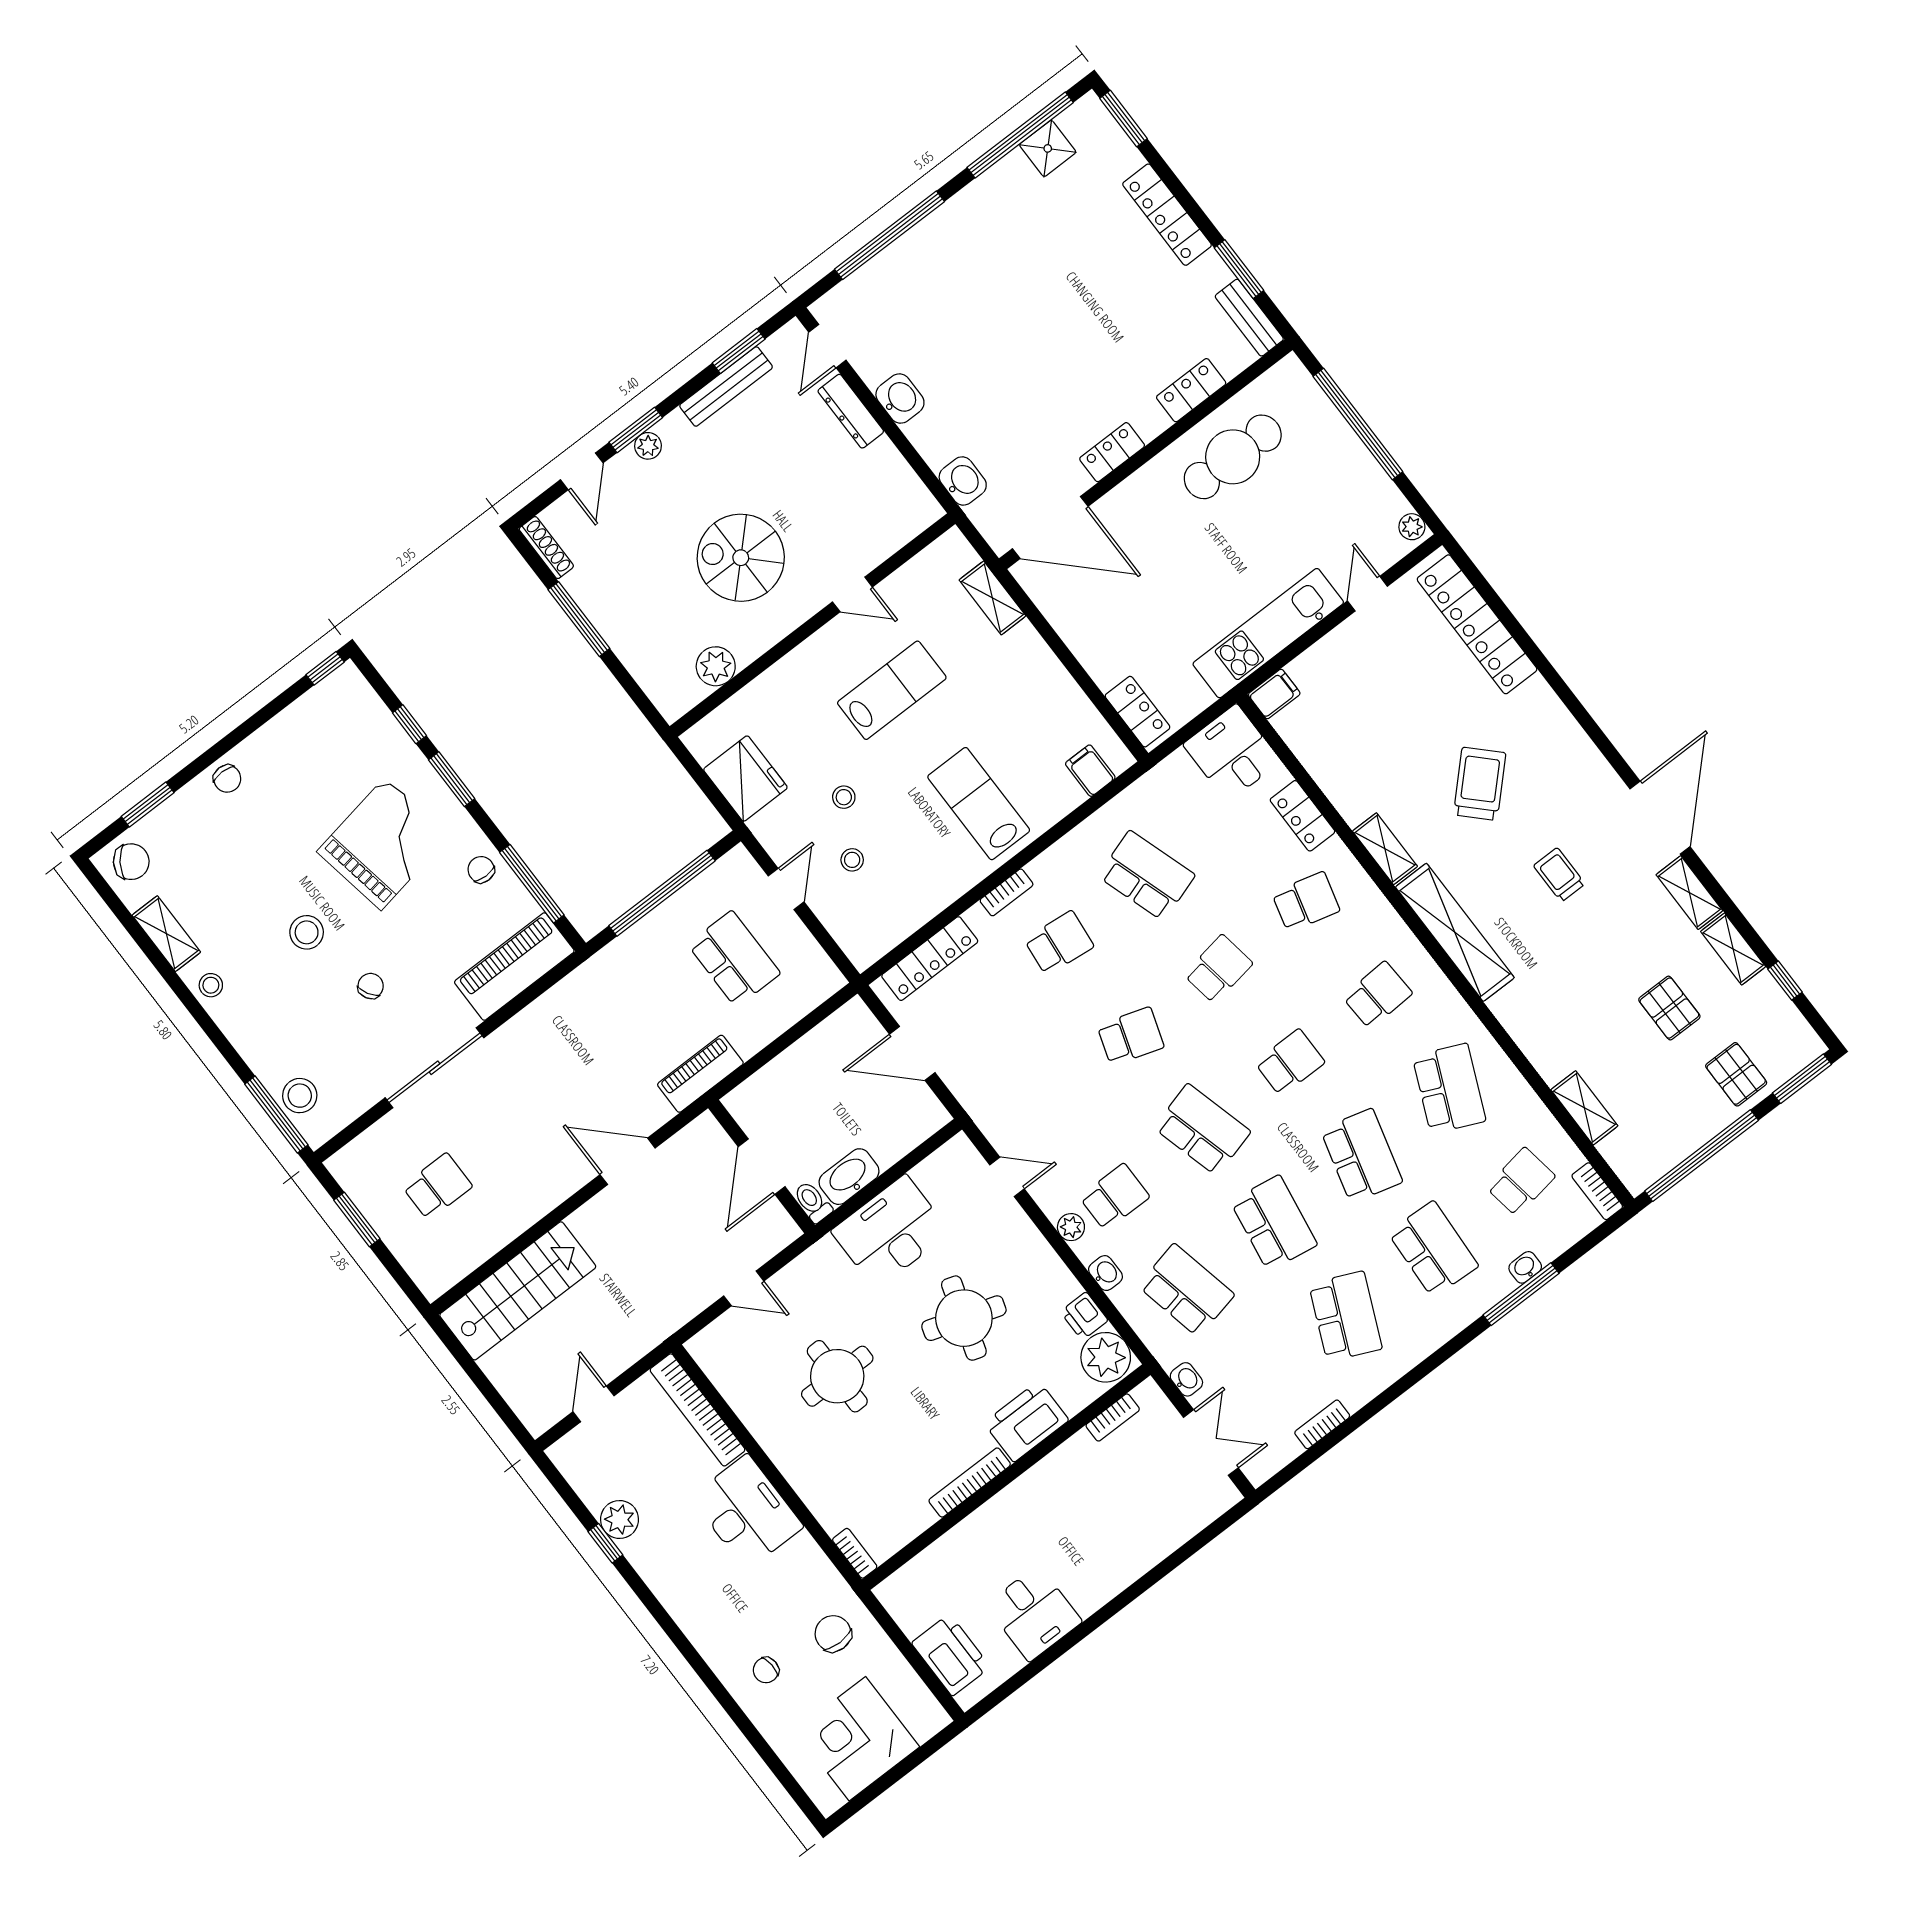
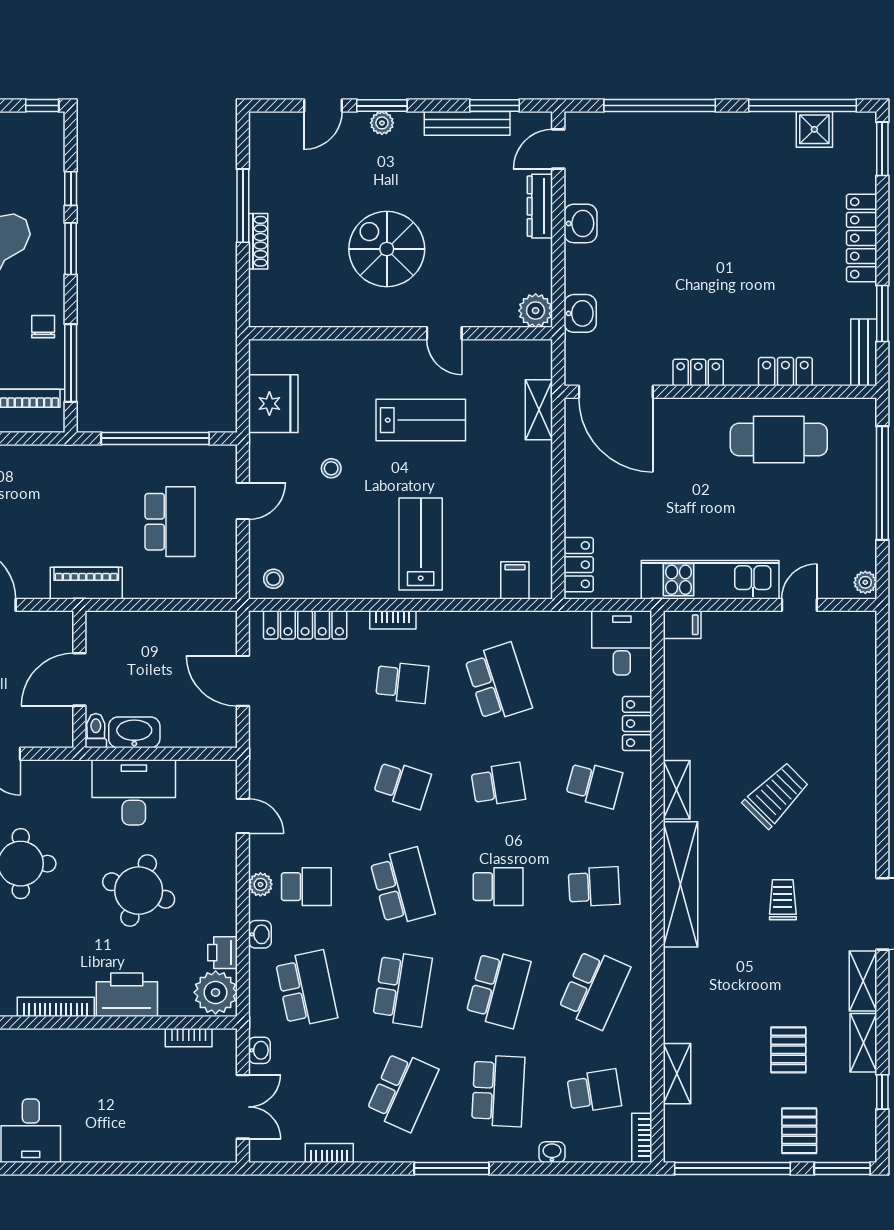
shoe rack: (546, 548) -> (258, 241), moved
locker: (1477, 624) -> (859, 684), removed
plant: (716, 666) -> (536, 311), moved
stool: (852, 860) -> (273, 579), moved
window: (1521, 1294) -> (452, 1168), moved

